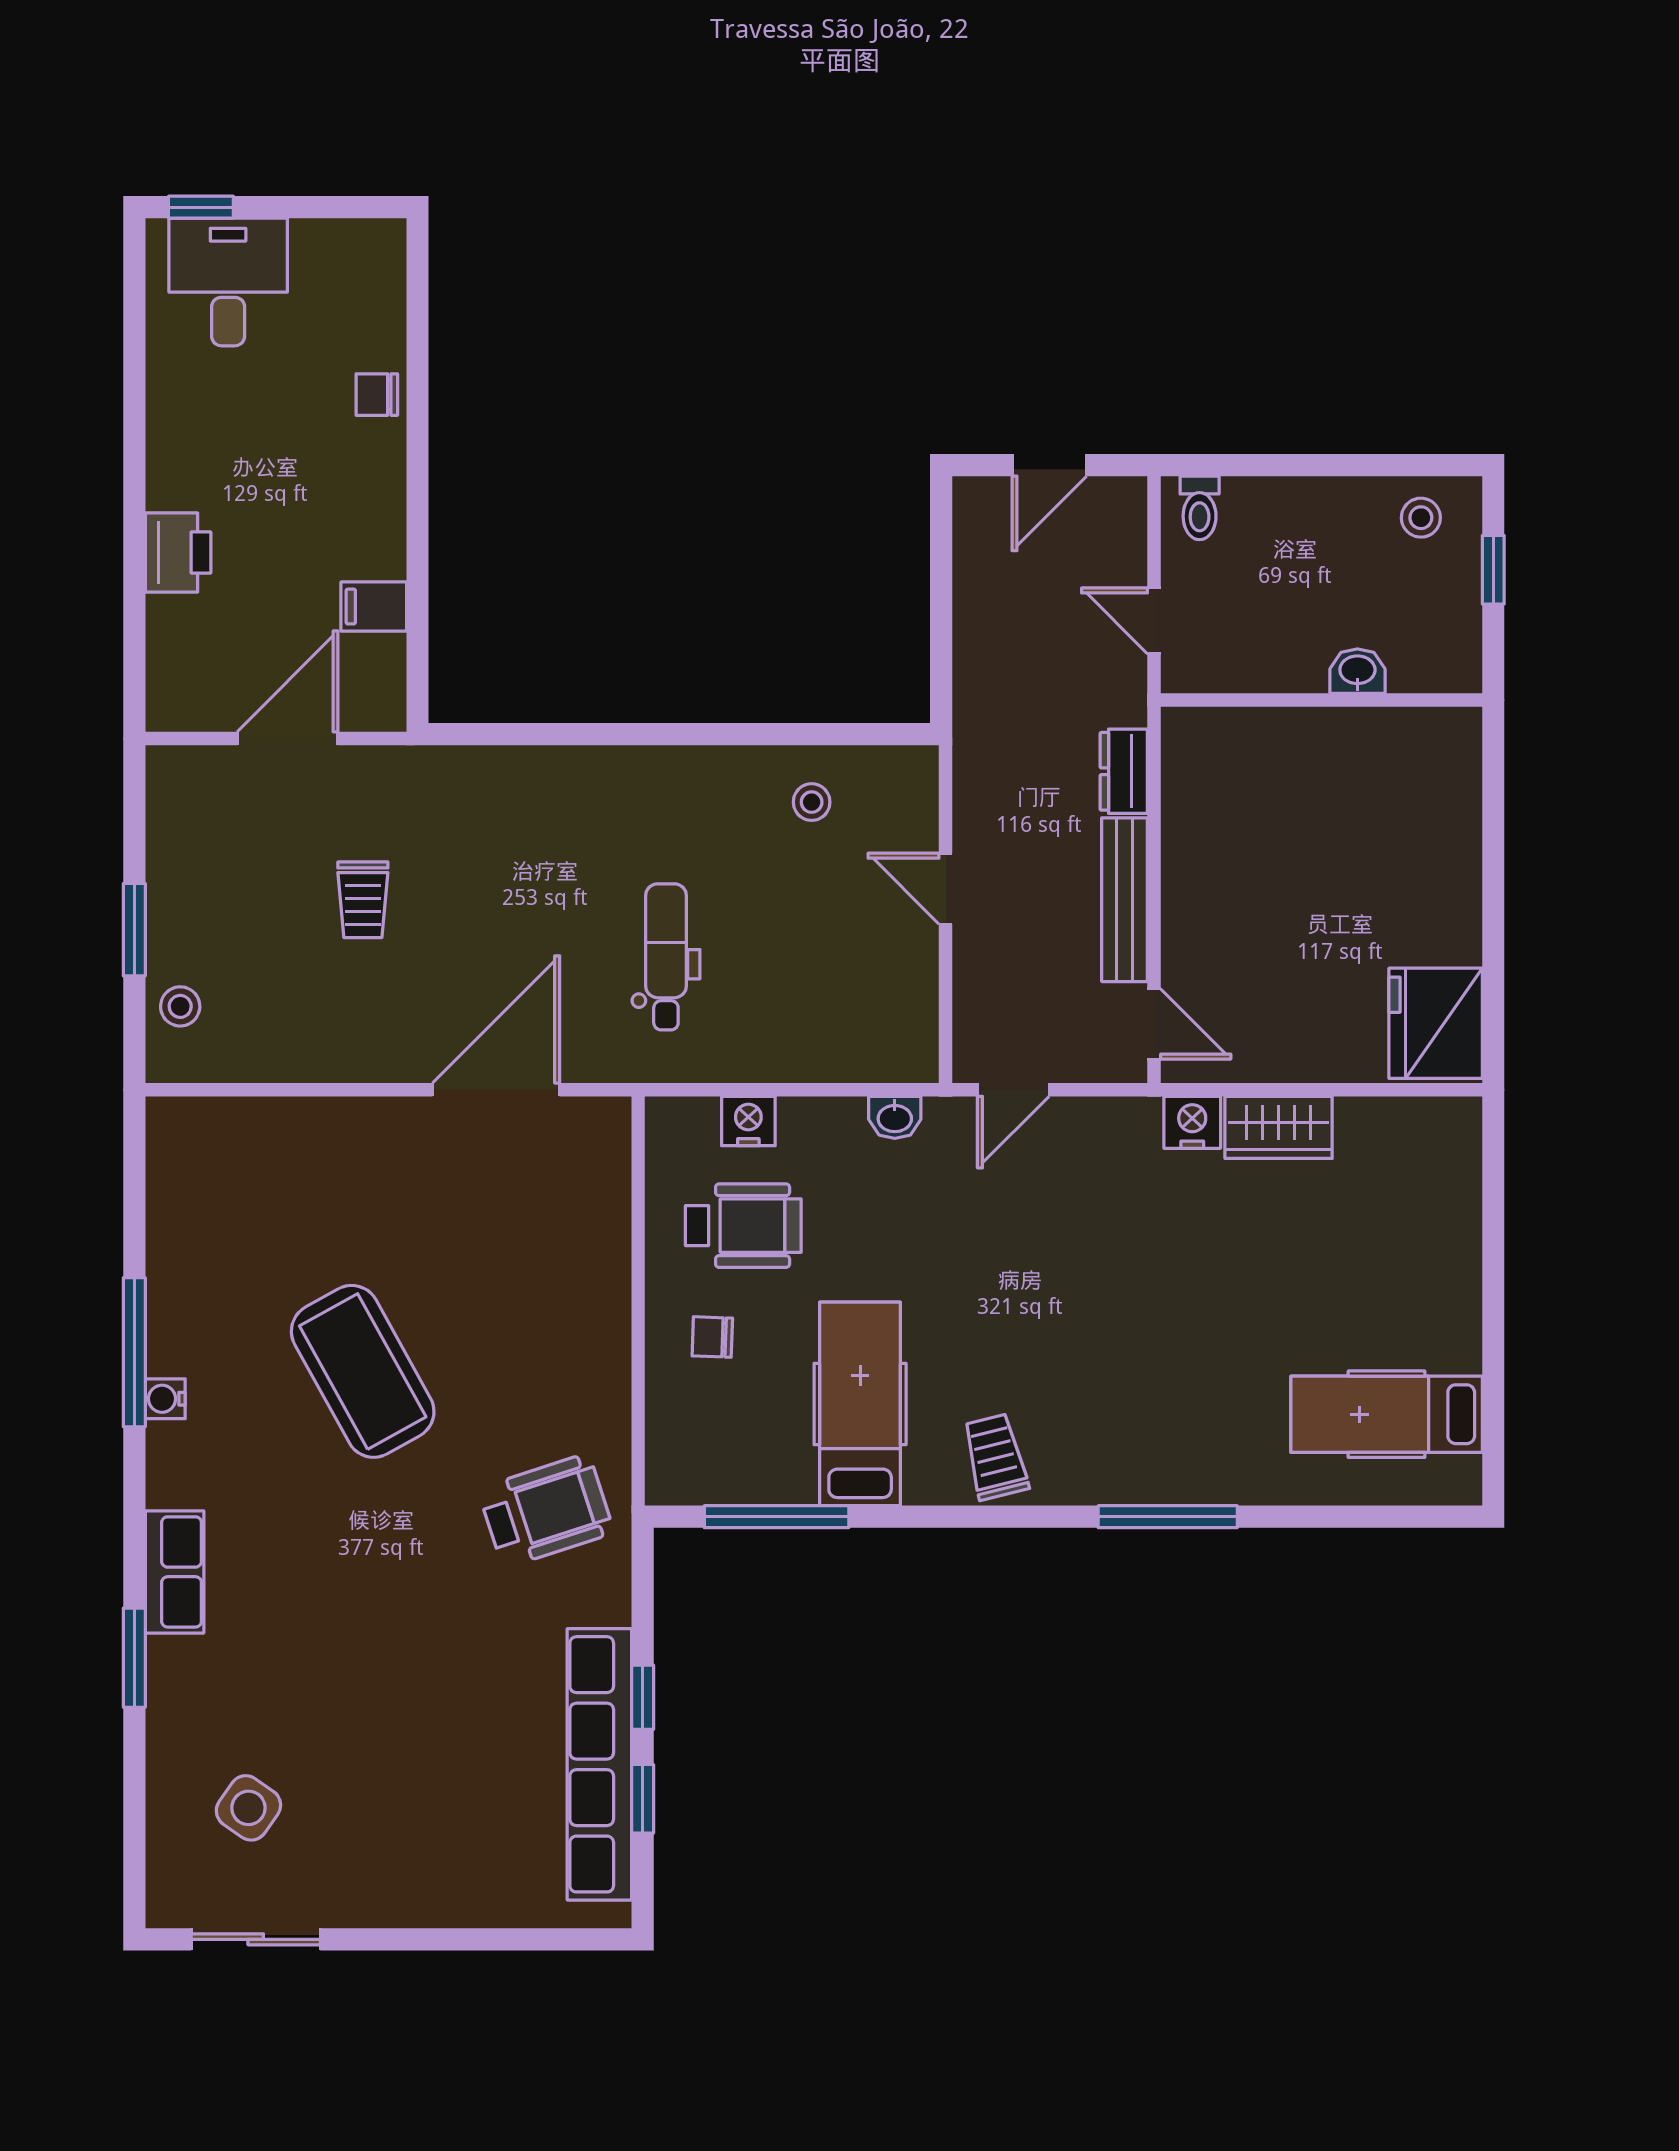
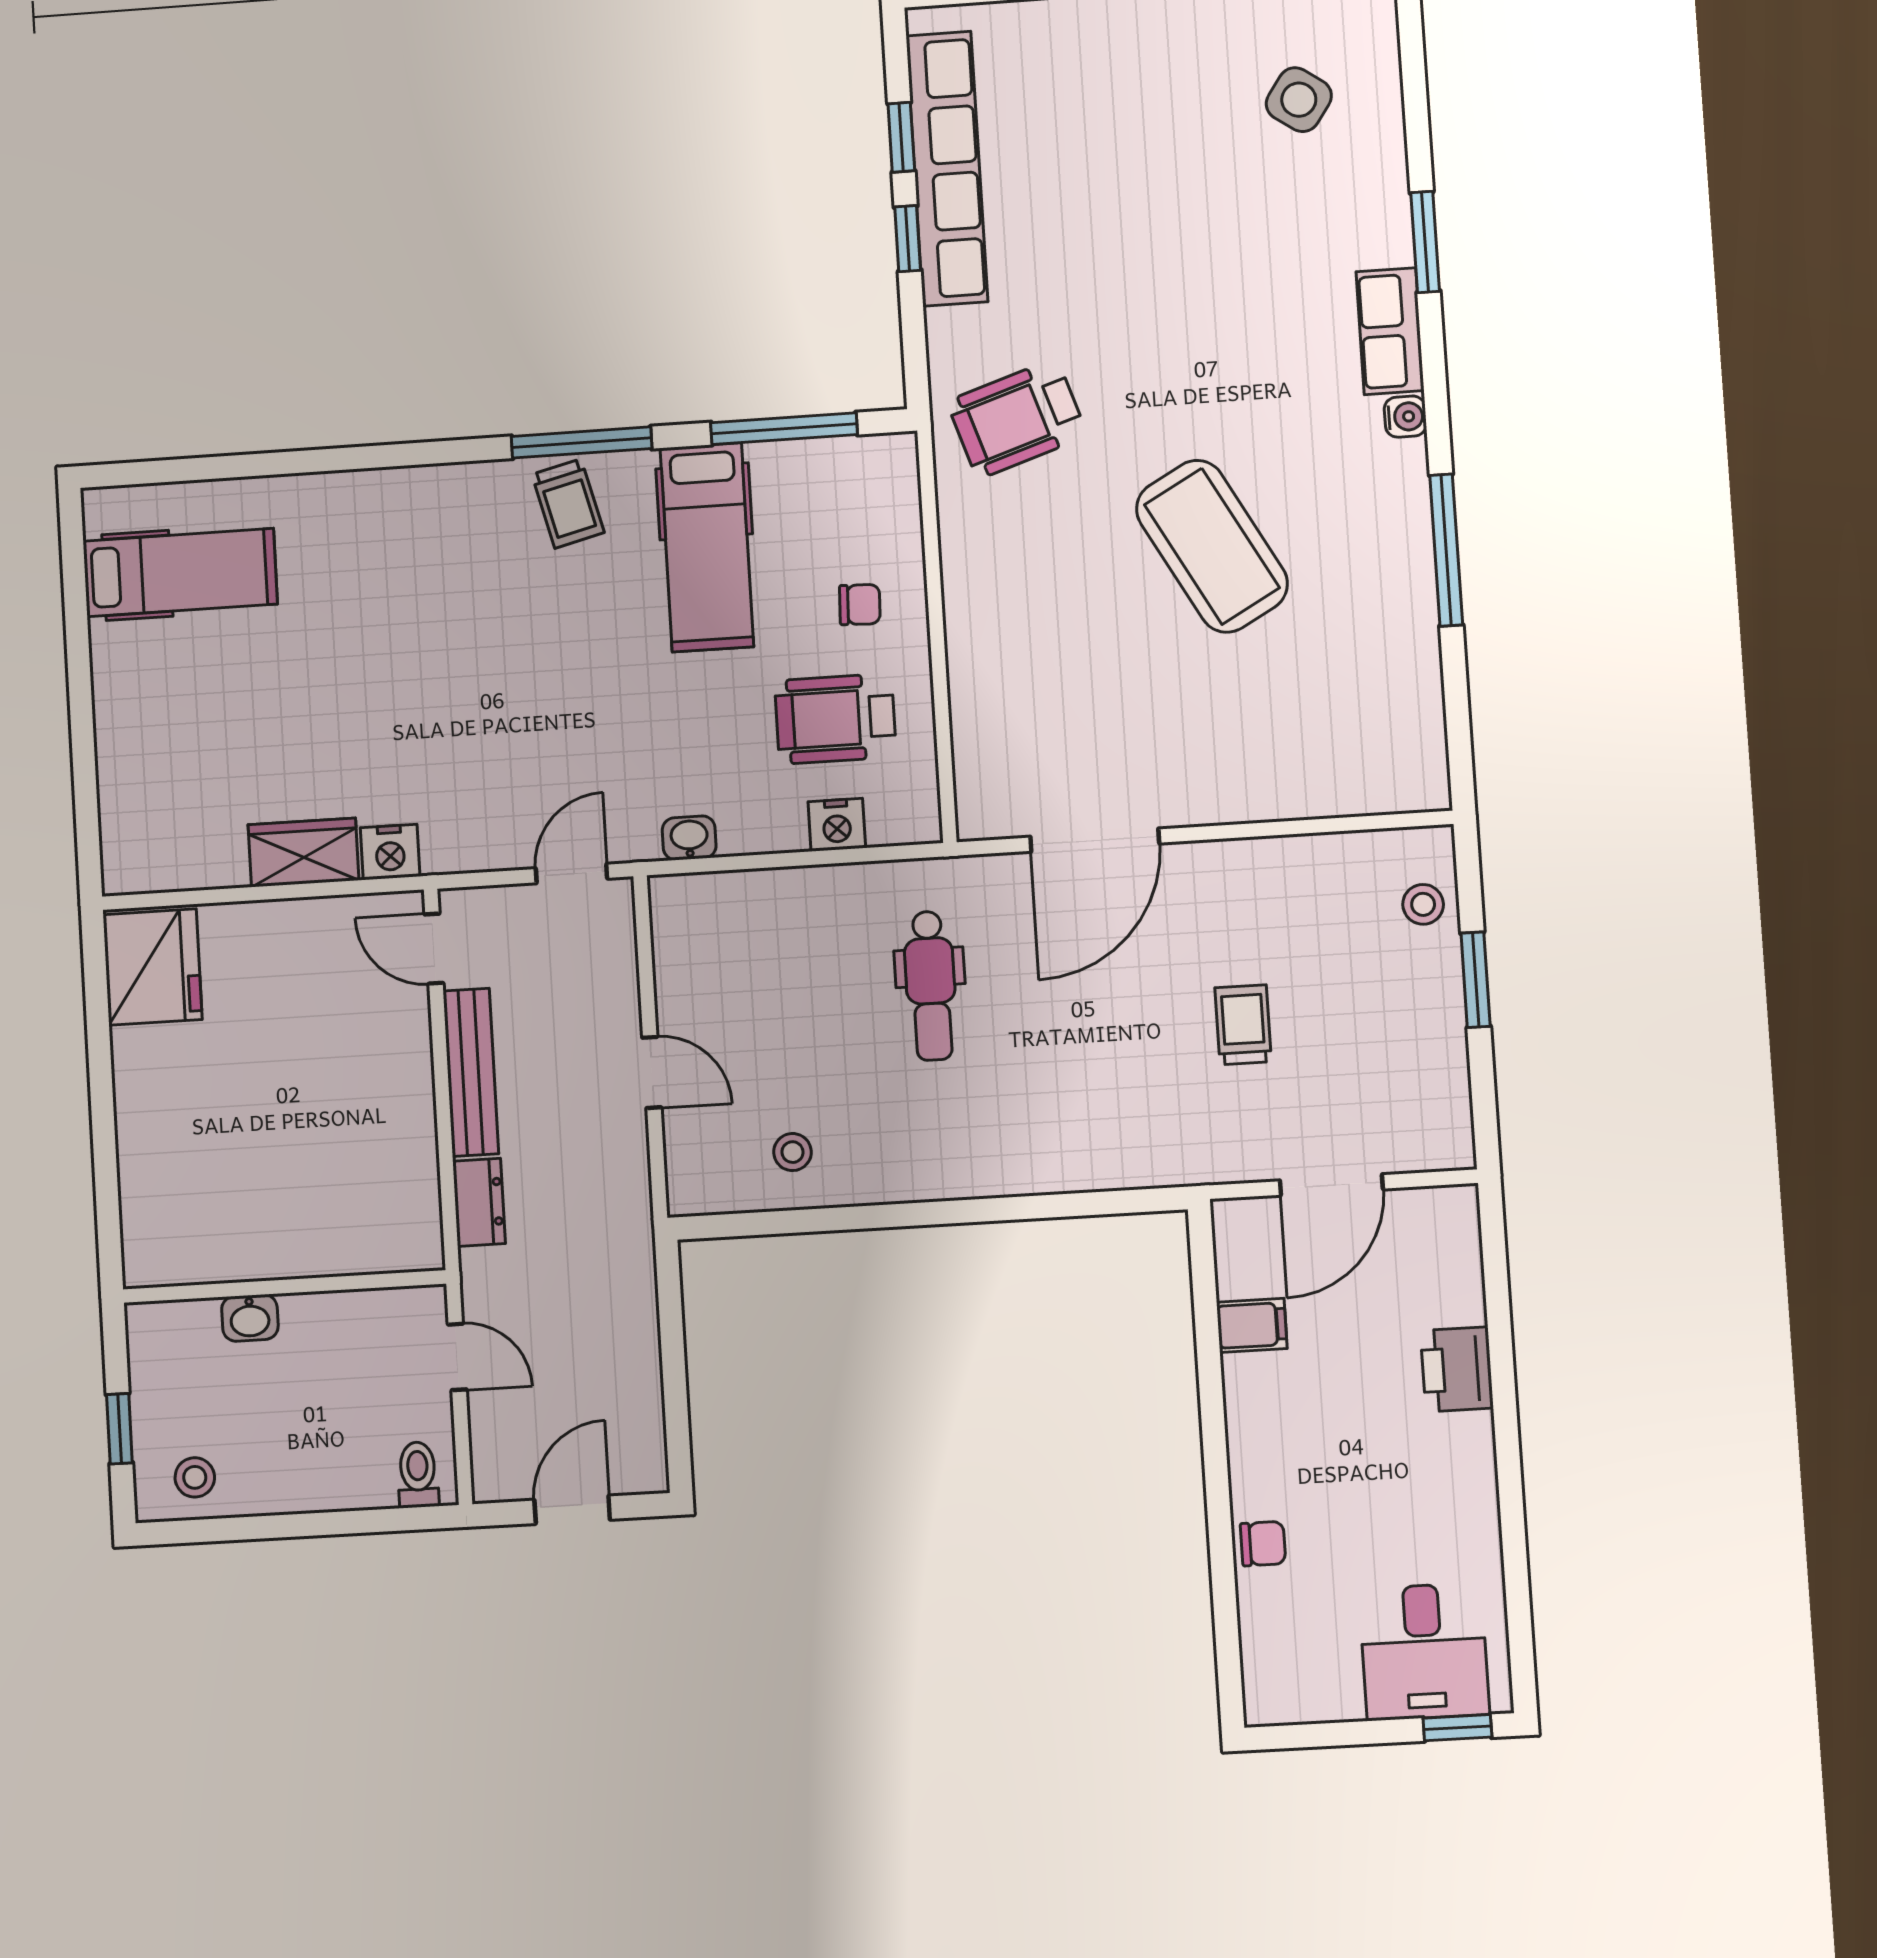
water cooler: (165, 1399) -> (1405, 417), moved
window: (1168, 1517) -> (582, 442), moved

